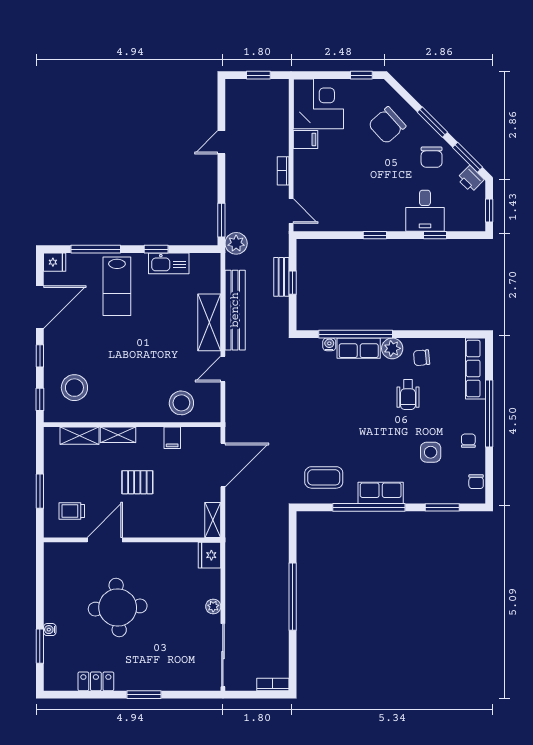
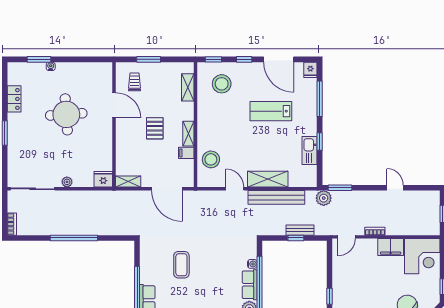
filing cabinet: (305, 139) -> (391, 247), width x2.00
lab bench: (117, 286) -> (271, 111), moved
shelving: (118, 435) -> (188, 134), moved
coffee table: (324, 477) -> (181, 265), moved

